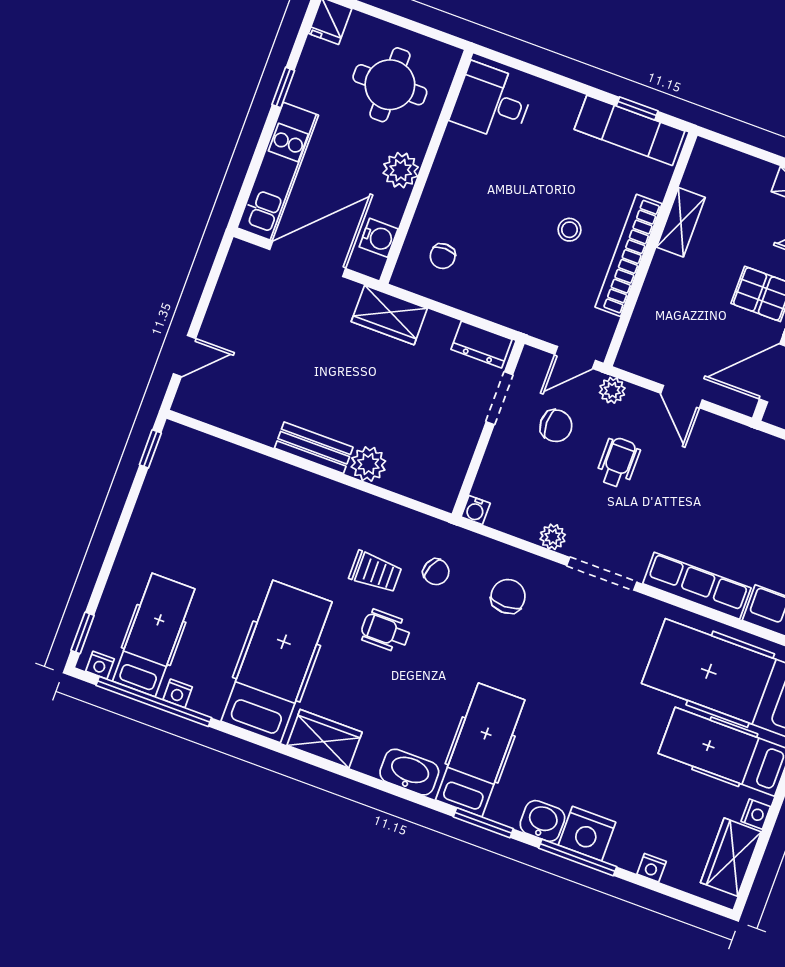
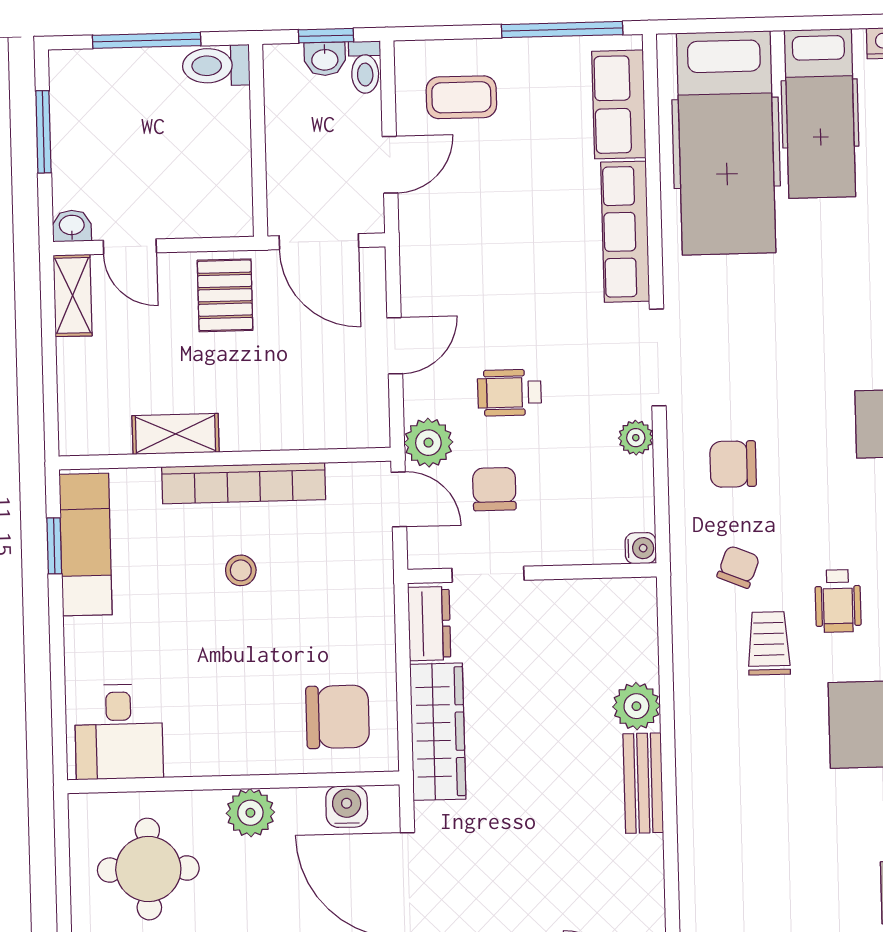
chair: (443, 256) -> (338, 717), width x1.87, depth x1.87
wardrobe: (389, 315) -> (438, 732), width x1.50
plant: (612, 390) -> (428, 443), width x1.38, depth x1.38

